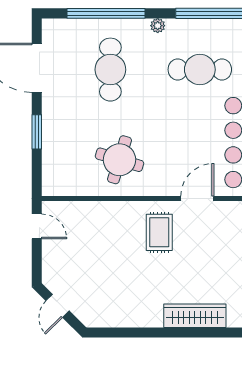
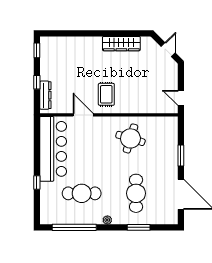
window: (106, 13) -> (139, 227), width x0.47
door: (197, 199) -> (83, 115), swing flipped
wardrobe: (195, 316) -> (121, 44), moved

